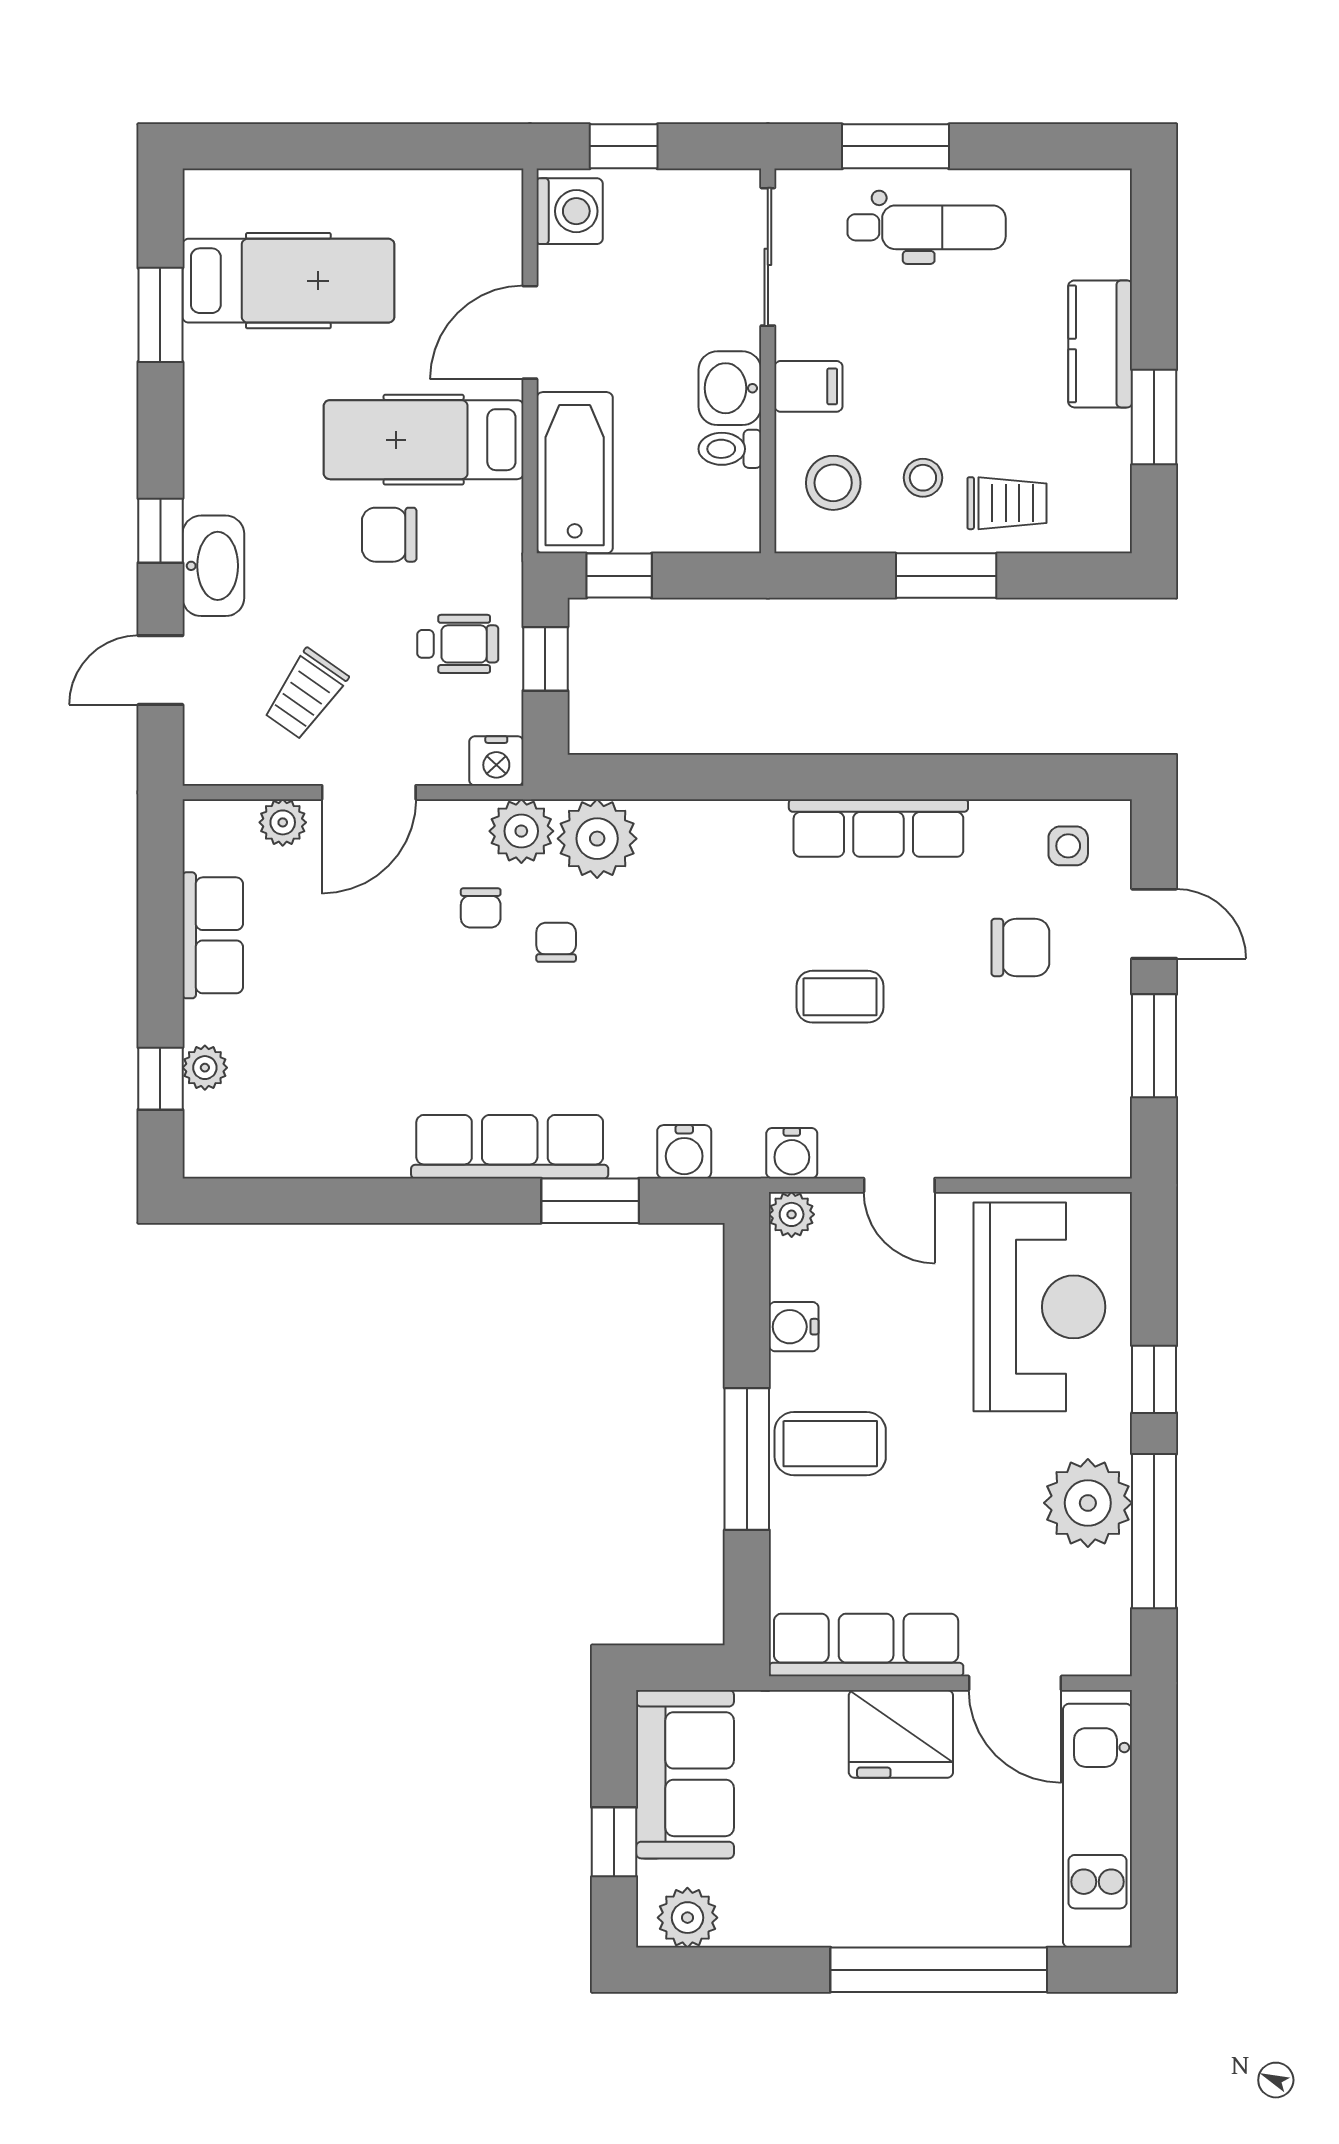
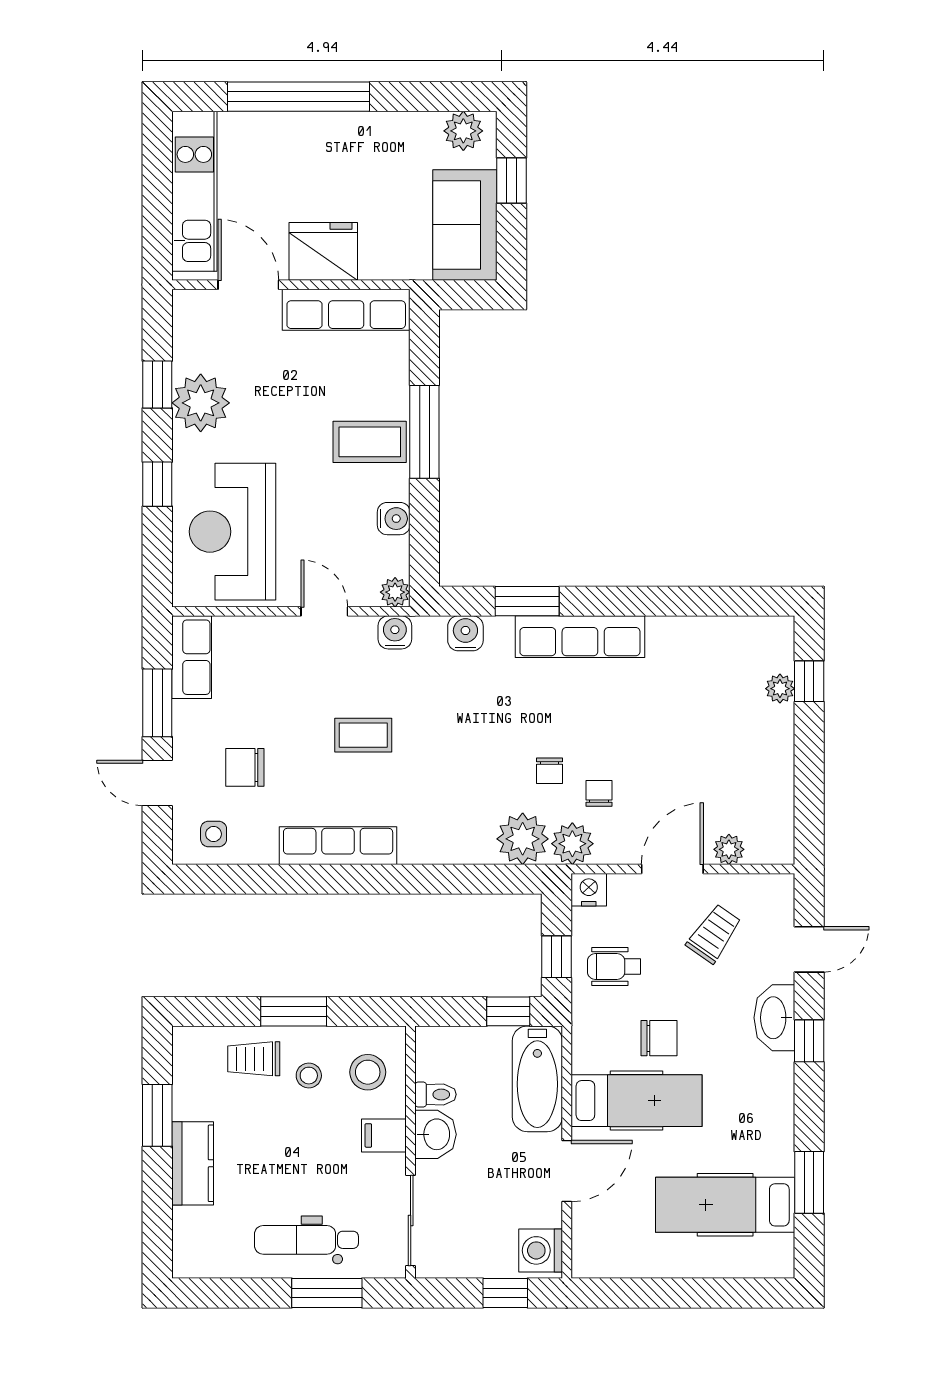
row of seats: (213, 935) -> (192, 657), moved, turned 180
window: (1154, 1531) -> (157, 384), width x0.46

